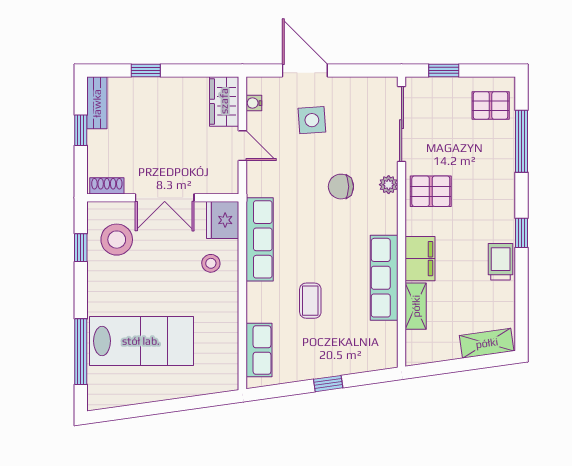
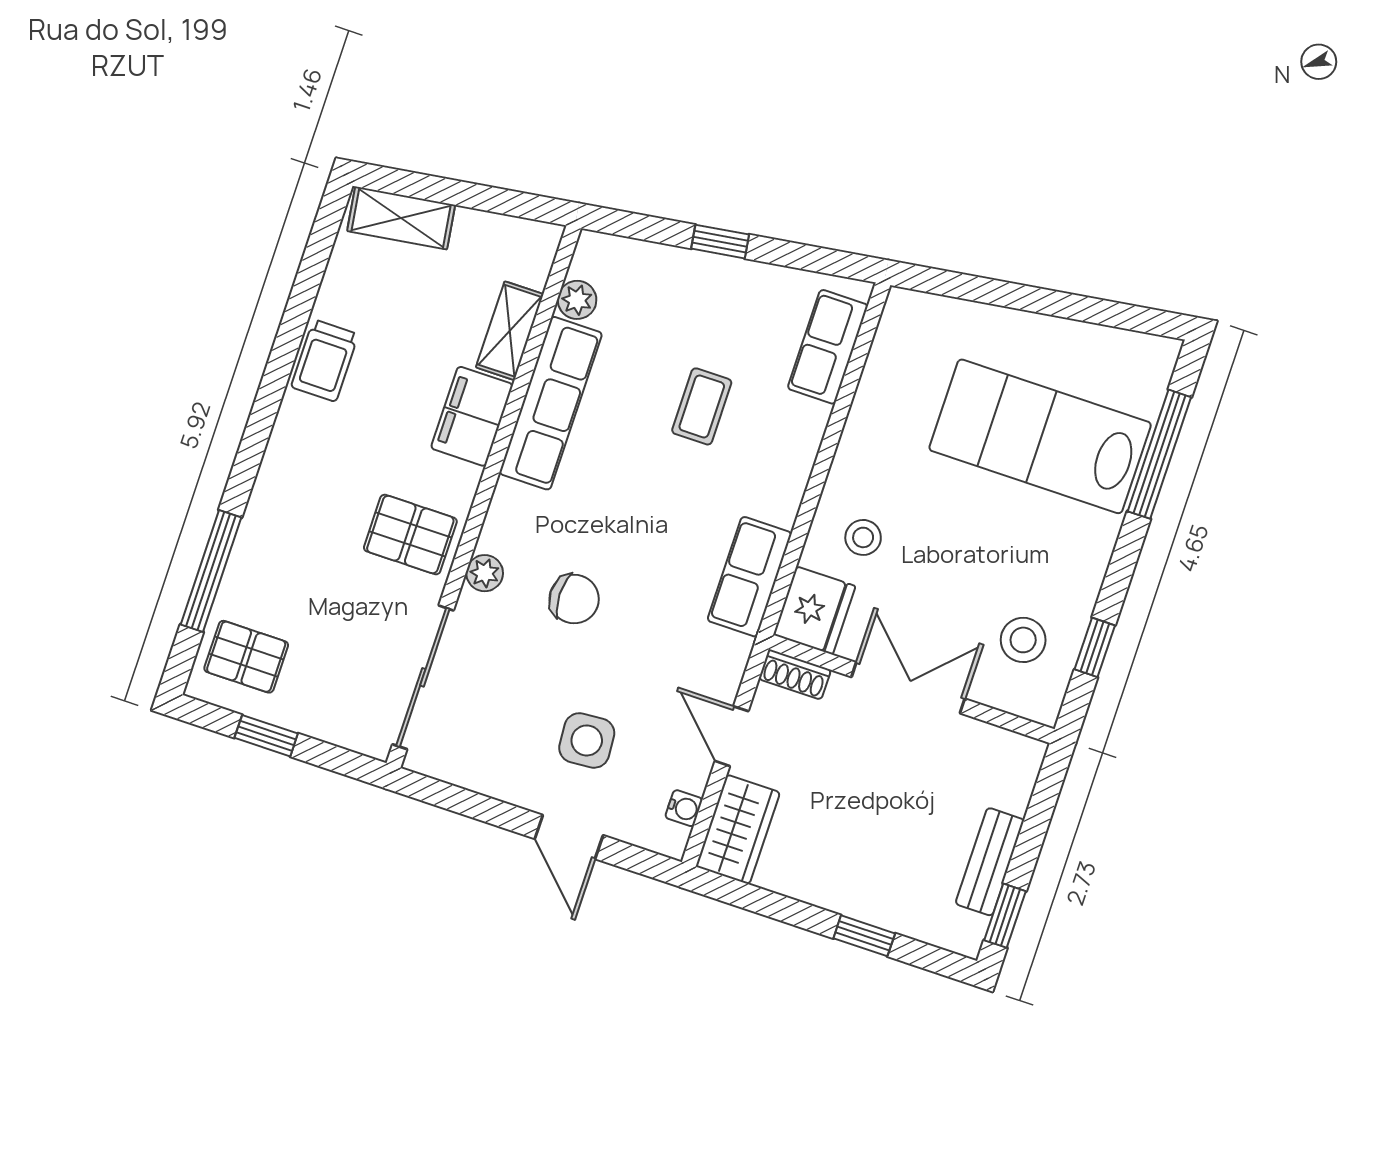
door: (305, 70) -> (569, 837), width x0.73
window: (444, 70) -> (266, 736), moved
bench: (97, 103) -> (990, 862), moved
window: (81, 130) -> (1005, 916), moved
shoe rack: (107, 186) -> (795, 674), moved
window: (521, 233) -> (268, 401), removed
row of seats: (260, 239) -> (750, 577), width x0.68
stool: (117, 240) -> (1023, 640), width x0.73, depth x0.73
plant: (388, 332) -> (577, 300), added

